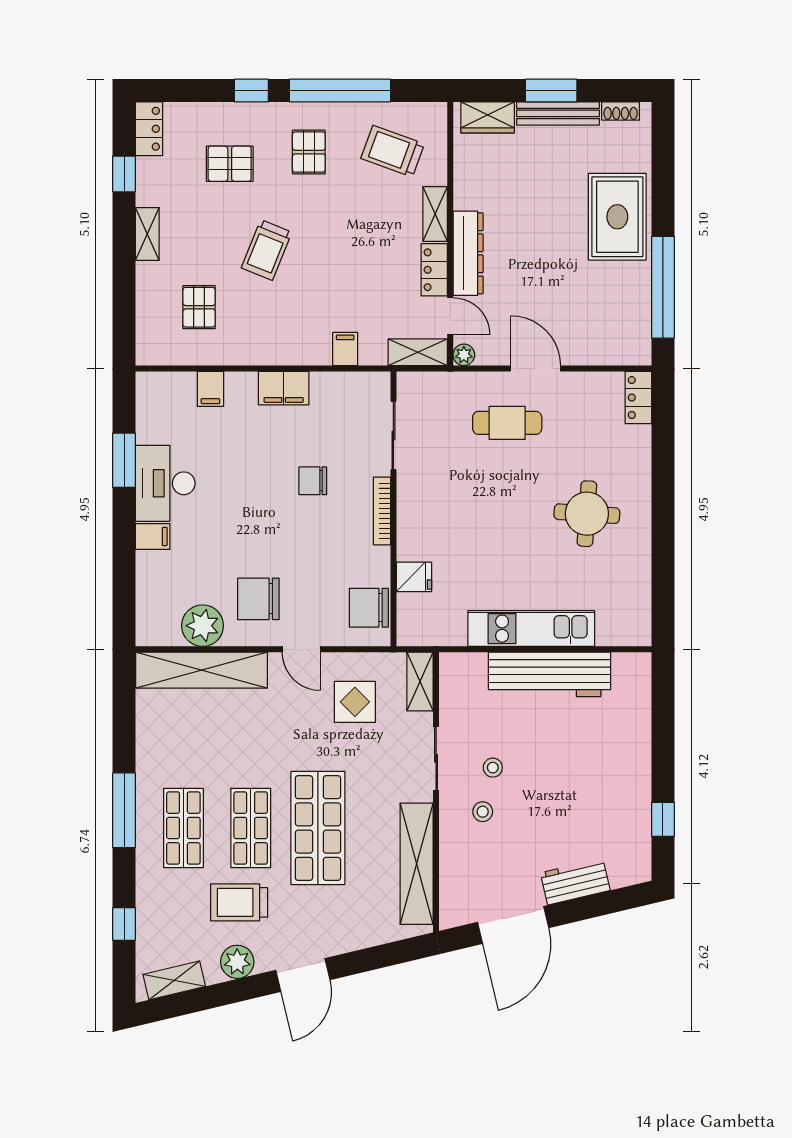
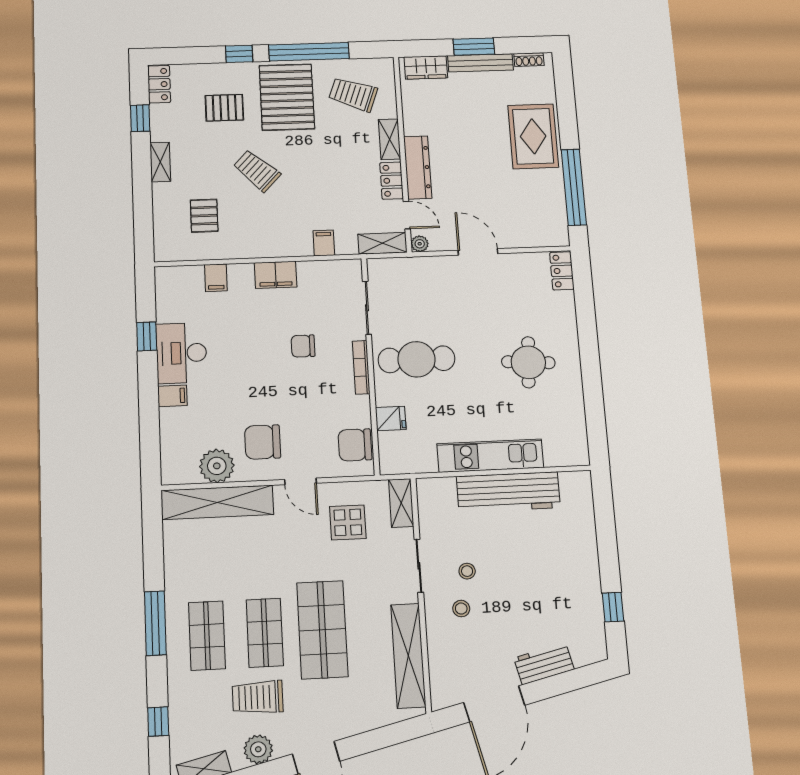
pallet: (309, 152) -> (287, 97), width x2.05, depth x2.00
trolley: (267, 250) -> (257, 171), turned 111
cafe table: (507, 423) -> (417, 359), moved, width x1.37, depth x1.35
window: (124, 460) -> (147, 336), width x0.67

